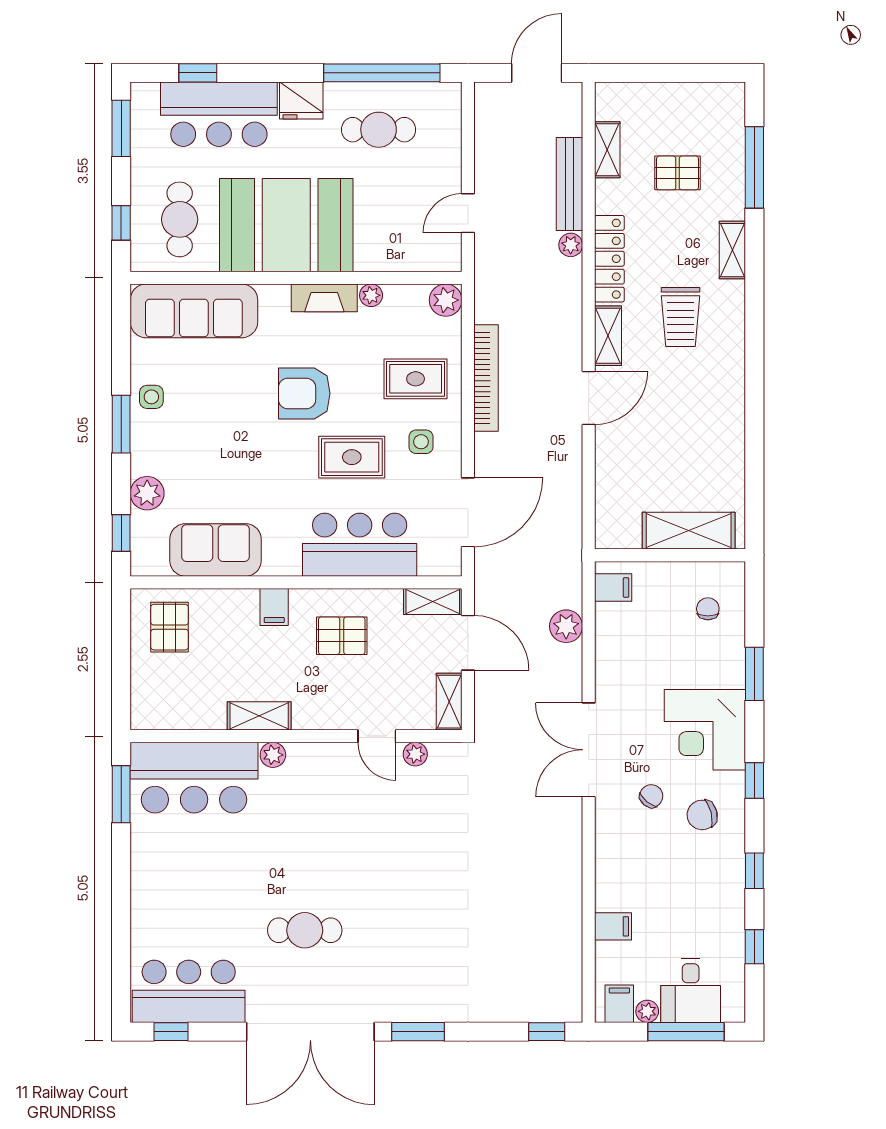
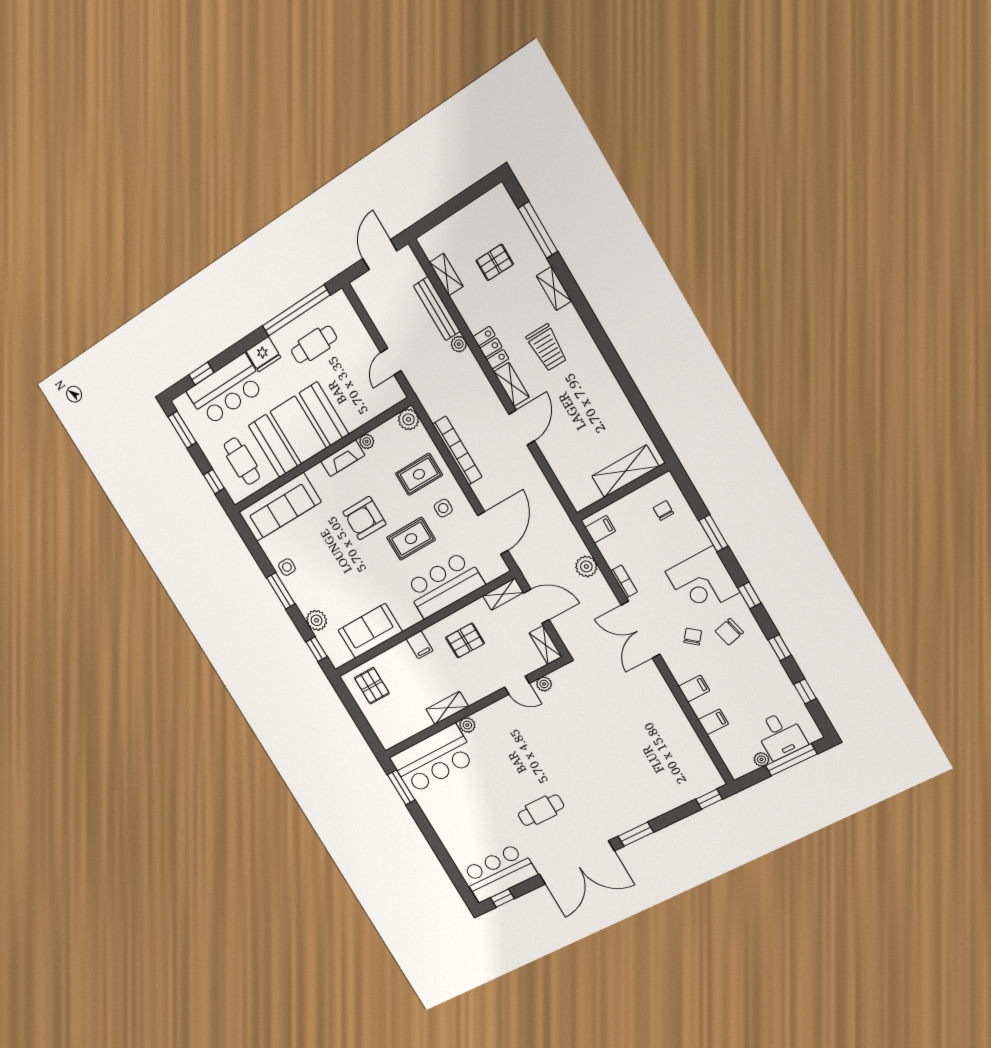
locker: (609, 259) -> (491, 348), width x0.66
bookcase: (604, 673) -> (624, 581), added
filing cabinet: (619, 1004) -> (694, 689), moved, turned 90

